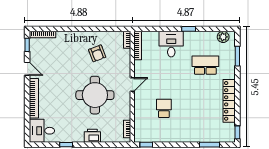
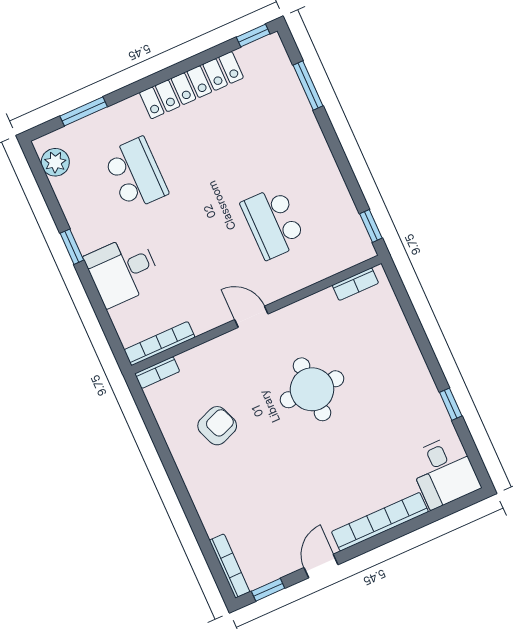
school desk: (205, 65) -> (136, 174), turned 180
round table: (95, 95) -> (312, 389), width x0.73, depth x0.73
school desk: (164, 108) -> (273, 223), width x1.85
printer: (92, 136) -> (405, 355), removed

